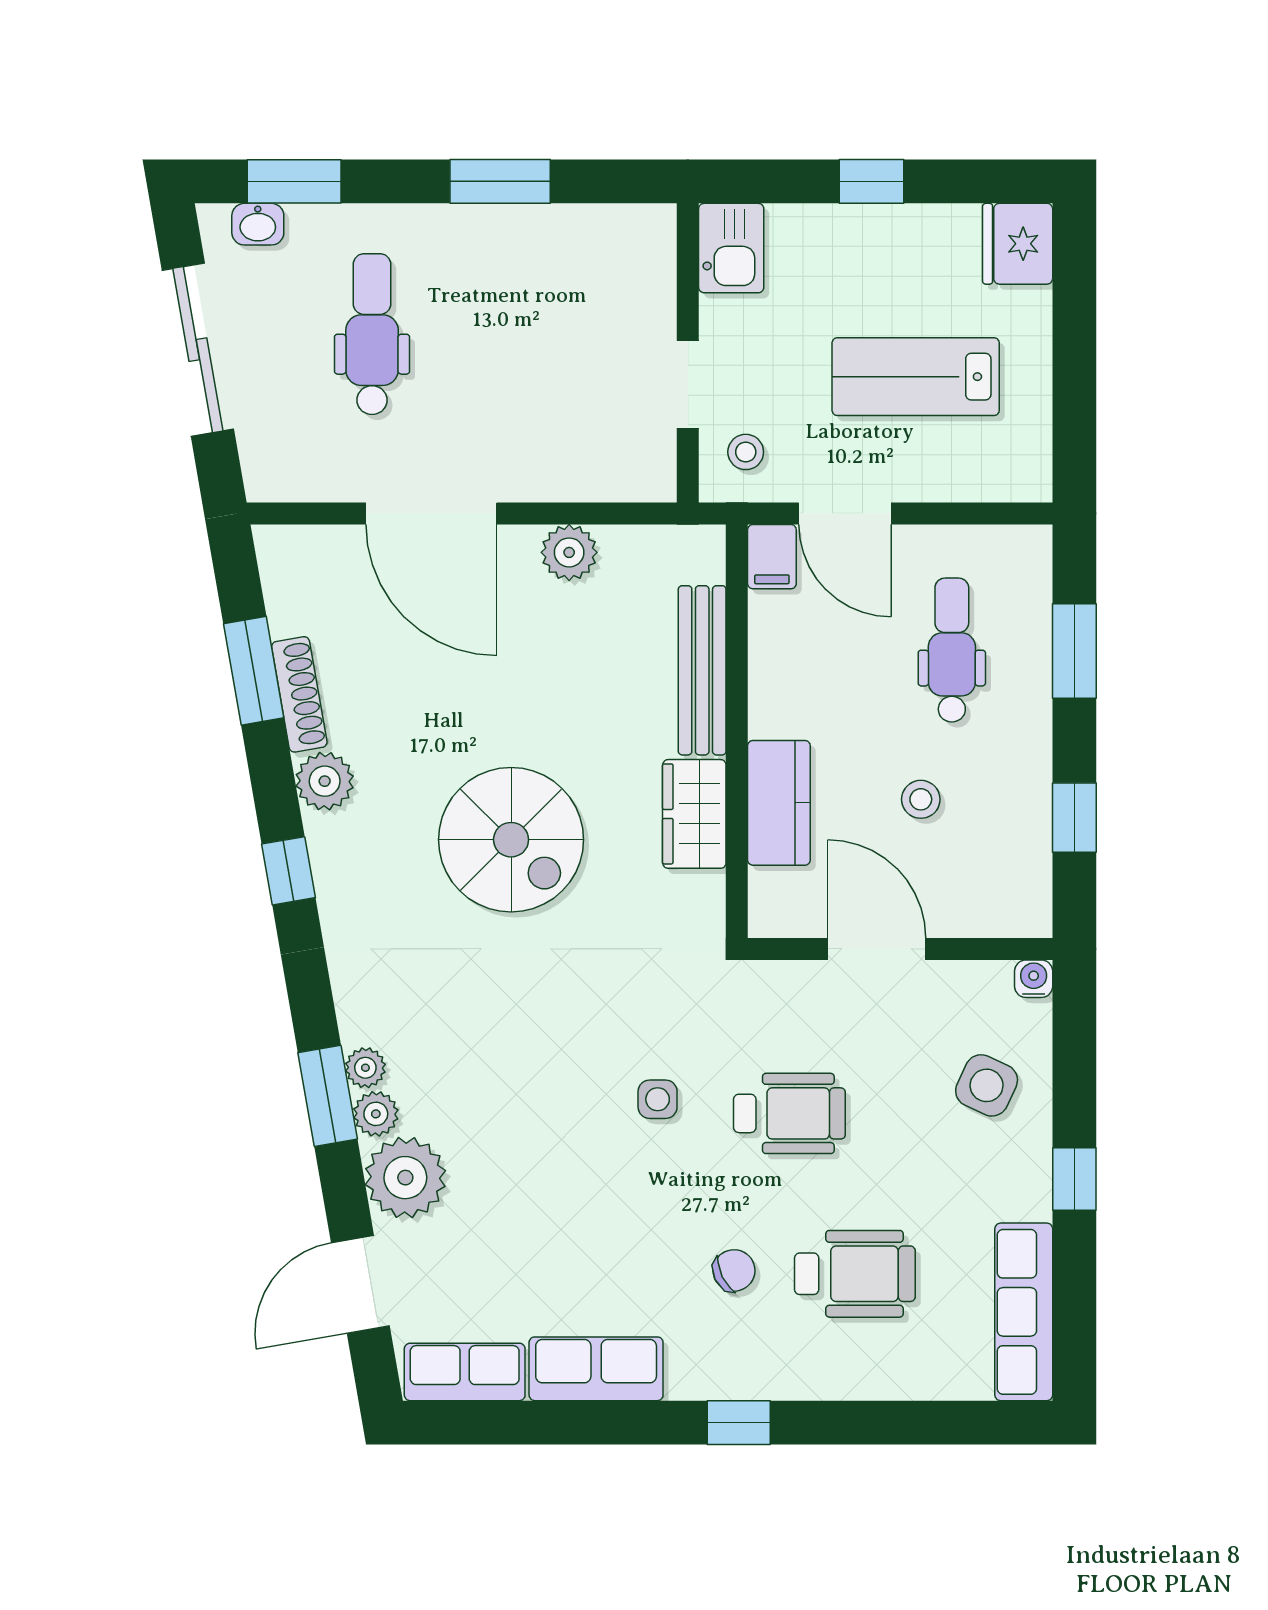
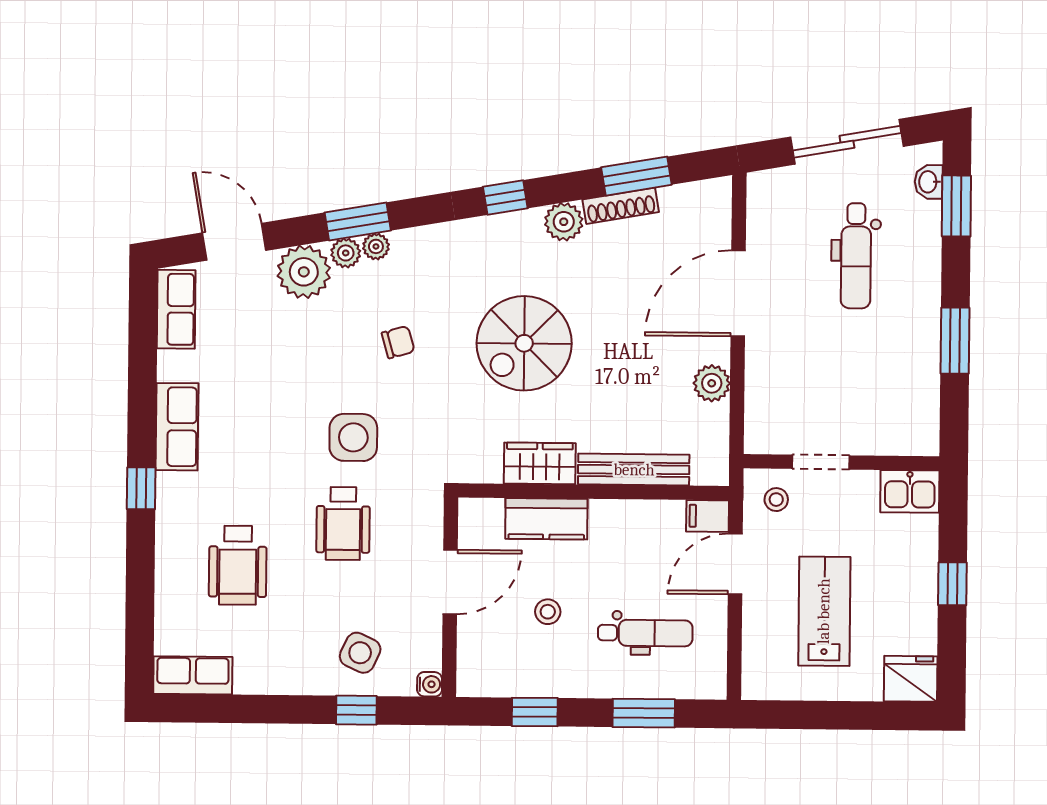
dental chair: (372, 334) -> (856, 256), turned 90
side table: (658, 1099) -> (353, 437), width x1.87, depth x1.87
window: (1074, 1179) -> (356, 710), moved
chair: (734, 1270) -> (398, 342), moved, turned -80
row of seats: (1024, 1312) -> (193, 675), width x0.68
row of seats: (596, 1369) -> (177, 427), moved

